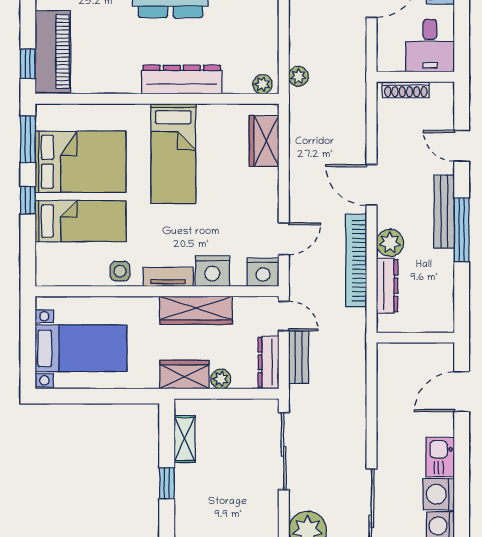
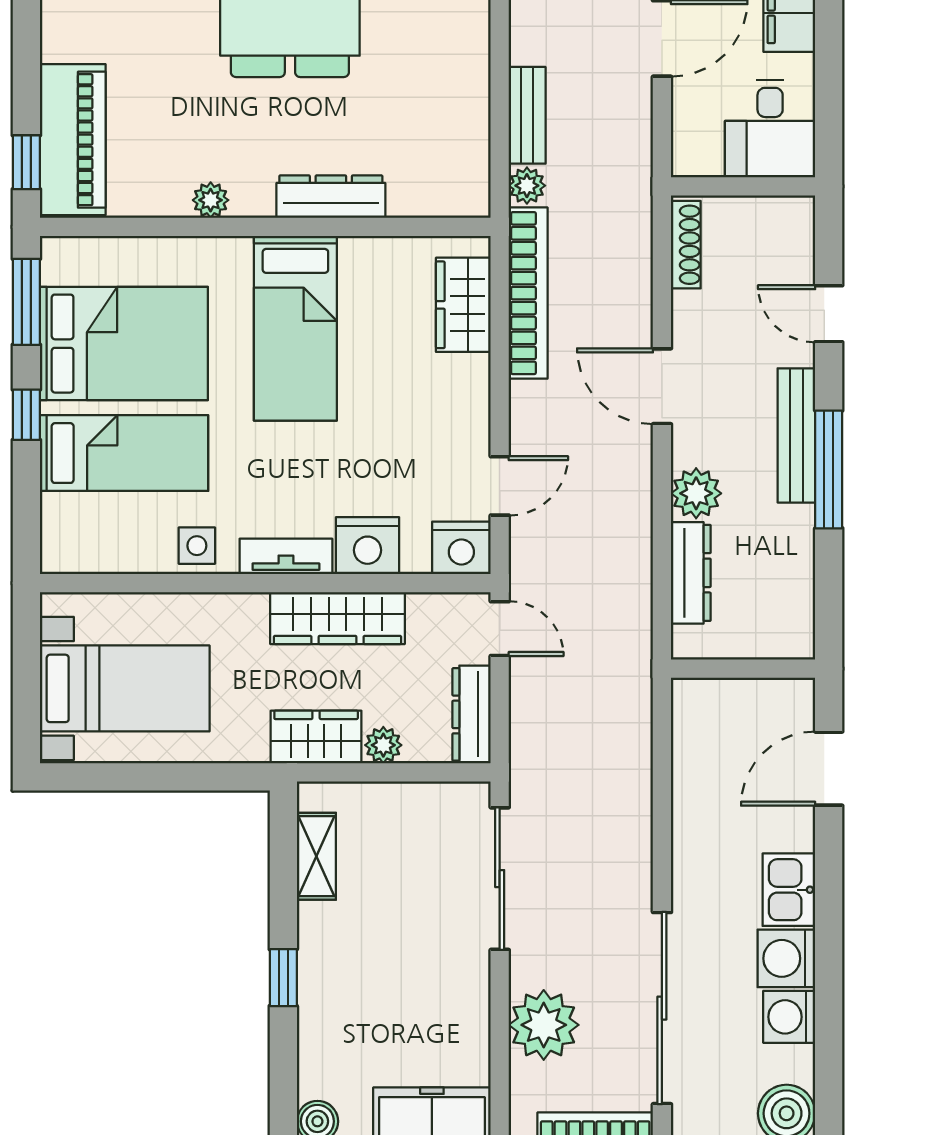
dresser: (182, 80) -> (331, 197), width x0.73, depth x0.80
plant: (263, 84) -> (211, 200), moved
shoe rack: (406, 90) -> (686, 245), moved, turned -90
bookcase: (356, 260) -> (528, 293), moved, turned 180
bench: (299, 357) -> (527, 115), moved
window: (167, 483) -> (283, 978), moved

